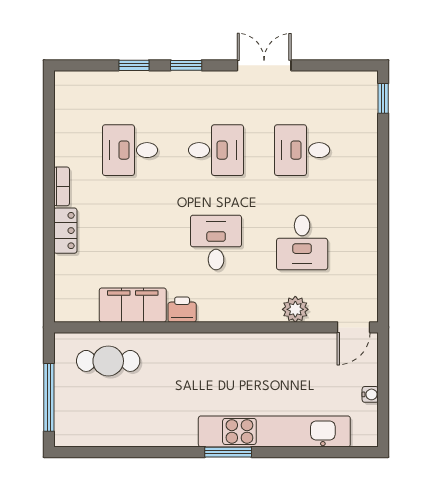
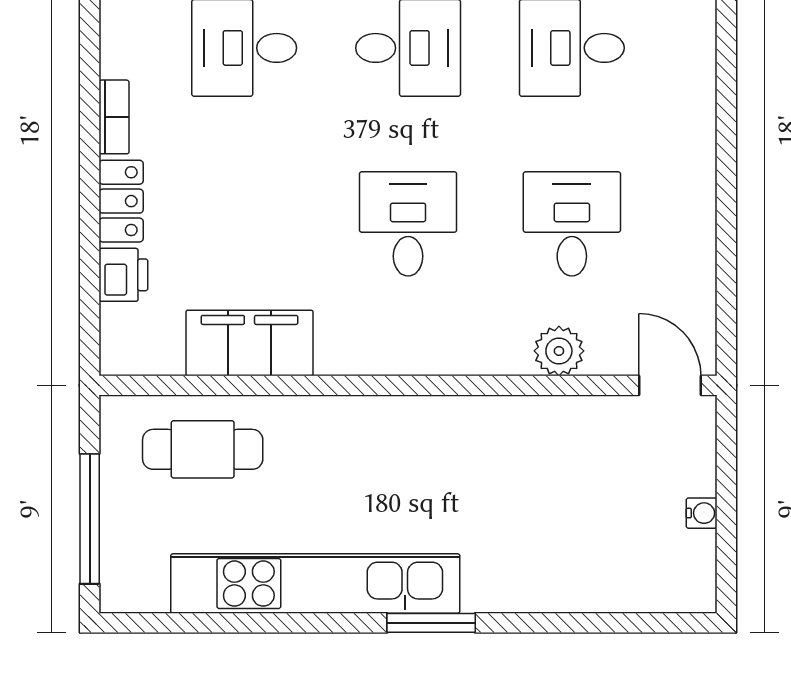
desk: (302, 243) -> (572, 224), turned 180
printer: (182, 310) -> (123, 275), moved, turned 90
door: (354, 327) -> (670, 385), swing flipped
kitchen unit: (274, 431) -> (315, 584), moved

